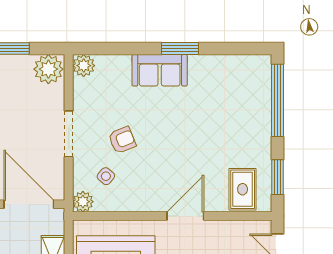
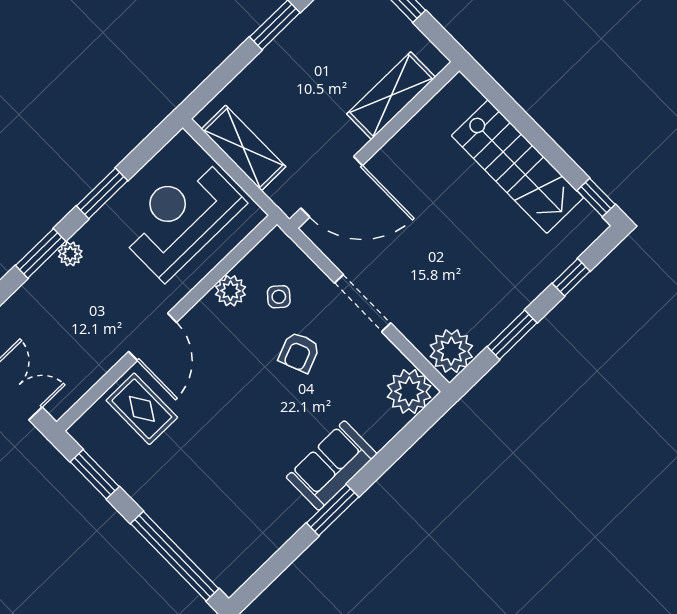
plant: (84, 66) -> (409, 391), width x1.36, depth x1.36
rug: (243, 189) -> (142, 409), moved
plant: (83, 202) -> (231, 291), moved

